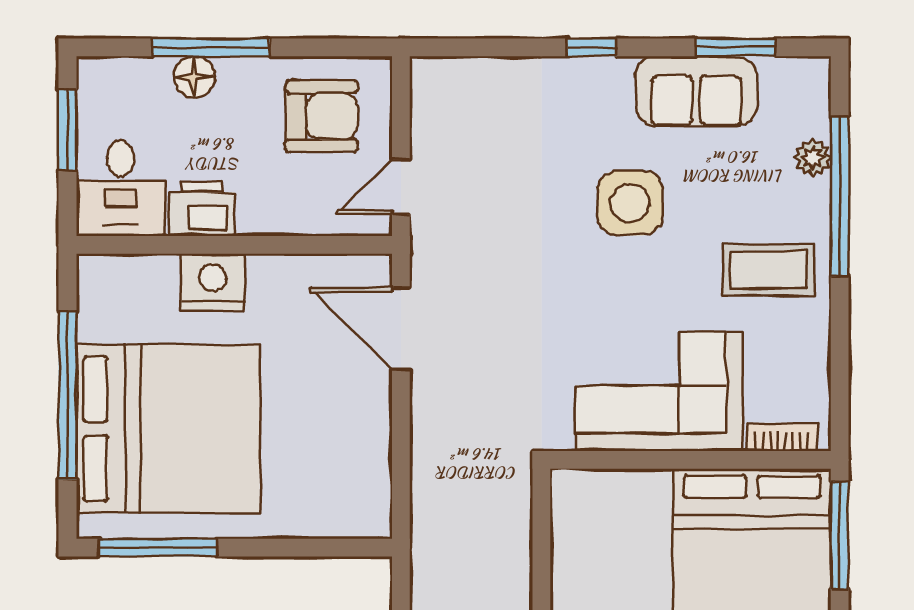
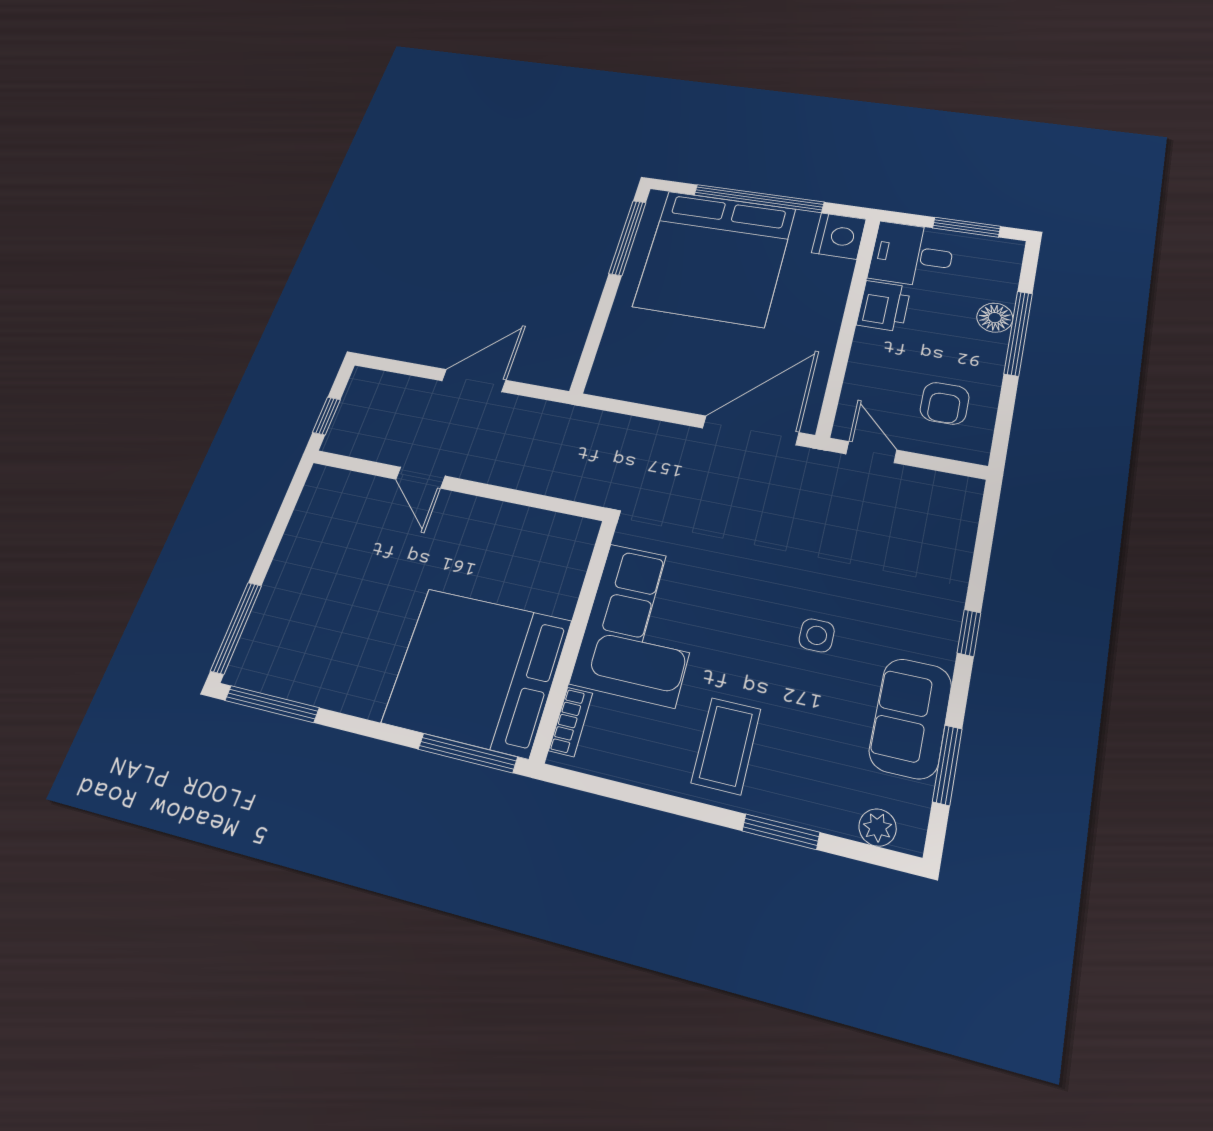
armchair: (322, 116) -> (945, 403), width x0.72, depth x0.72
plant: (813, 158) -> (878, 827), moved
window: (840, 196) -> (781, 832), width x0.47
side table: (630, 203) -> (817, 635), width x0.54, depth x0.54
nightstand: (213, 282) -> (839, 236), moved
door: (401, 329) -> (751, 430), width x1.36

